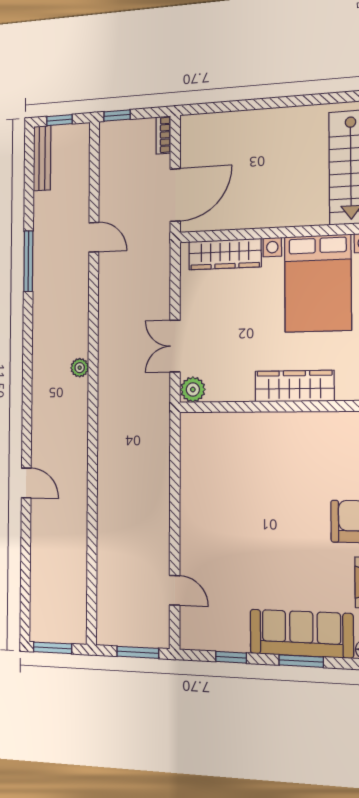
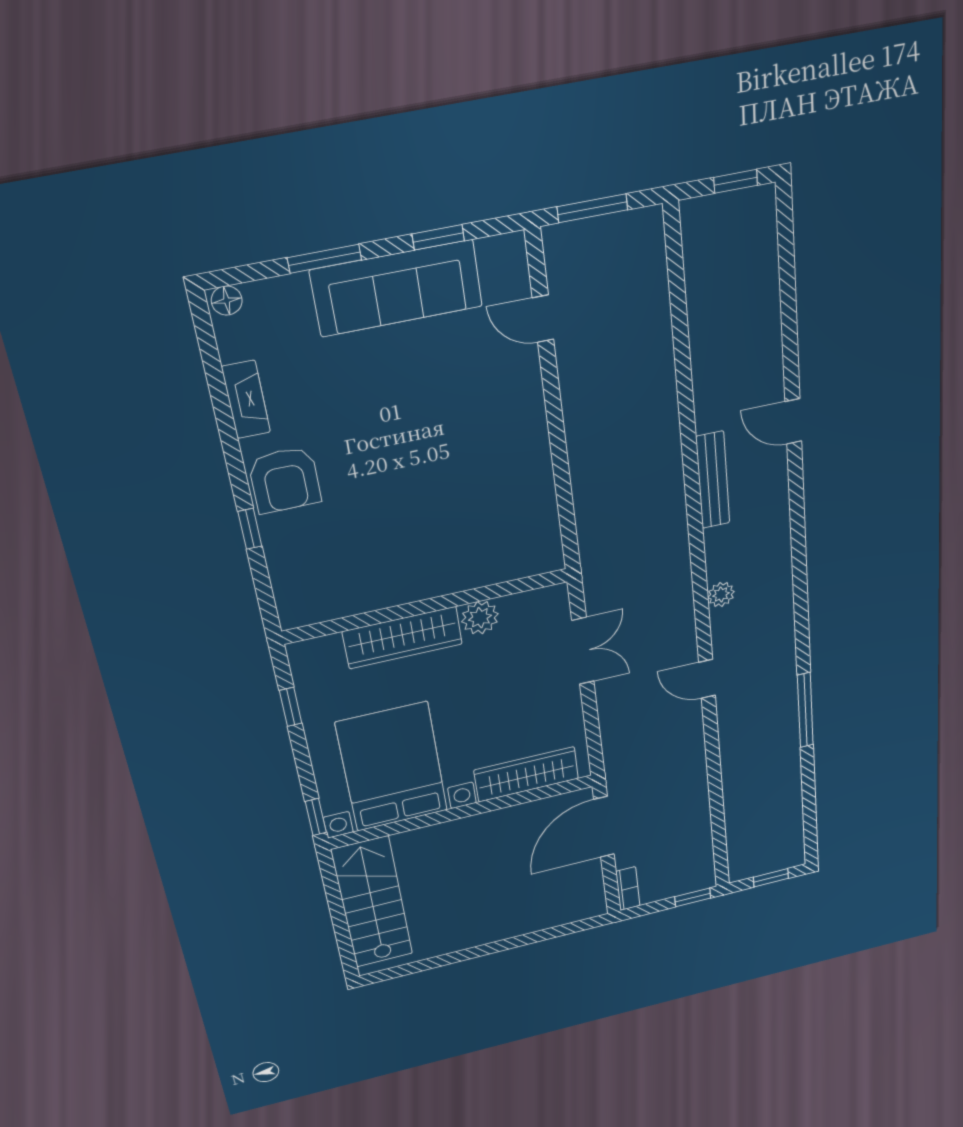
bench: (42, 158) -> (713, 480), moved
door: (94, 237) -> (707, 679), moved
plant: (193, 389) -> (480, 618), moved
sofa: (301, 634) -> (397, 288), moved
window: (53, 648) -> (736, 181), width x0.67

